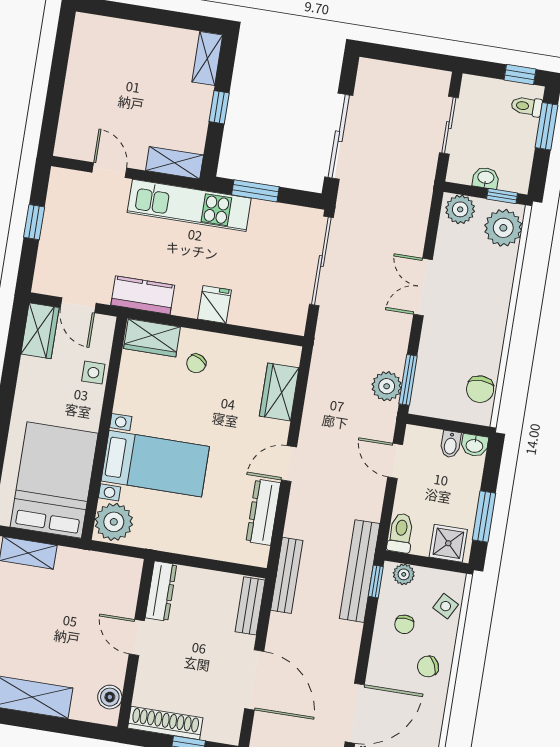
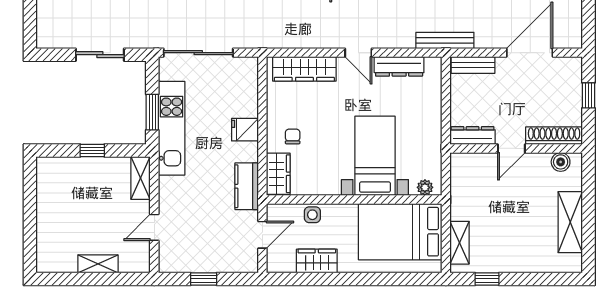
shelving: (207, 58) -> (98, 264), moved
sliding door: (339, 136) -> (100, 55), width x0.73
kitchen unit: (189, 205) -> (172, 128), moved
wardrobe: (40, 331) -> (317, 261), moved
chair: (196, 363) -> (293, 136), turned -119
wardrobe: (279, 392) -> (304, 69), width x1.50
plant: (114, 522) -> (425, 187), width x0.53, depth x0.53
shoe rack: (165, 723) -> (554, 136), moved, turned 90

